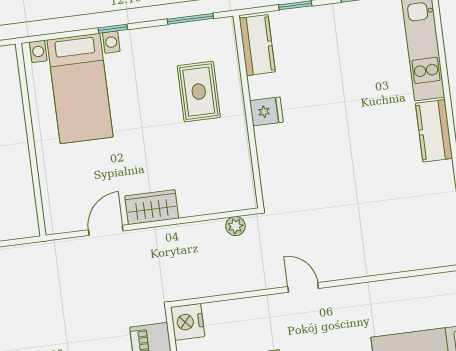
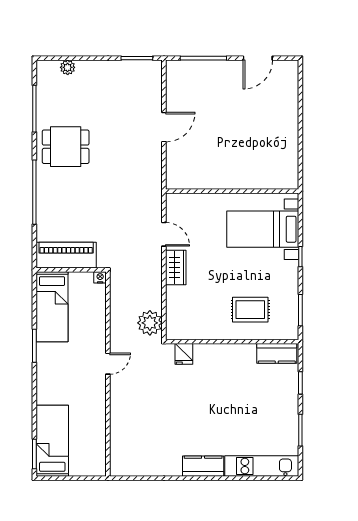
fridge: (266, 111) -> (184, 354), moved
plant: (235, 226) -> (150, 323), width x1.88, depth x1.88
nightstand: (188, 322) -> (100, 277), width x0.53, depth x0.56

